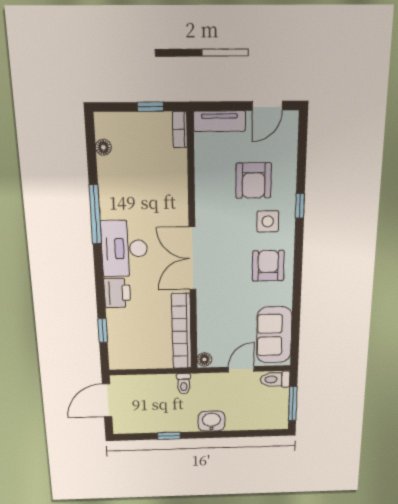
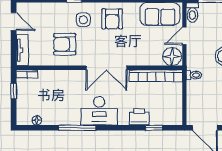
armchair: (254, 181) -> (65, 44), moved, turned 180
armchair: (268, 266) -> (112, 19), turned -90
printer: (117, 293) -> (139, 117), moved
floor lamp: (204, 359) -> (172, 57), width x1.89, depth x1.89
door: (241, 369) -> (184, 36), hinge flipped

